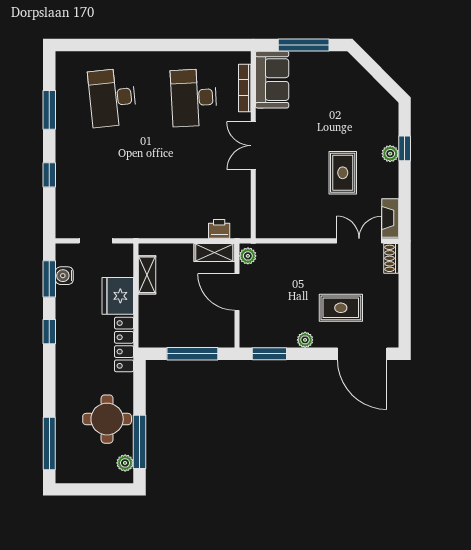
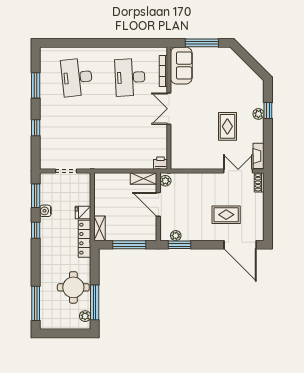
printer: (219, 229) -> (160, 163), moved
shelving: (147, 275) -> (99, 228), moved
water cooler: (64, 276) -> (45, 211), moved
fridge: (118, 296) -> (83, 213), width x0.53, depth x0.75
plant: (305, 340) -> (176, 236), moved

